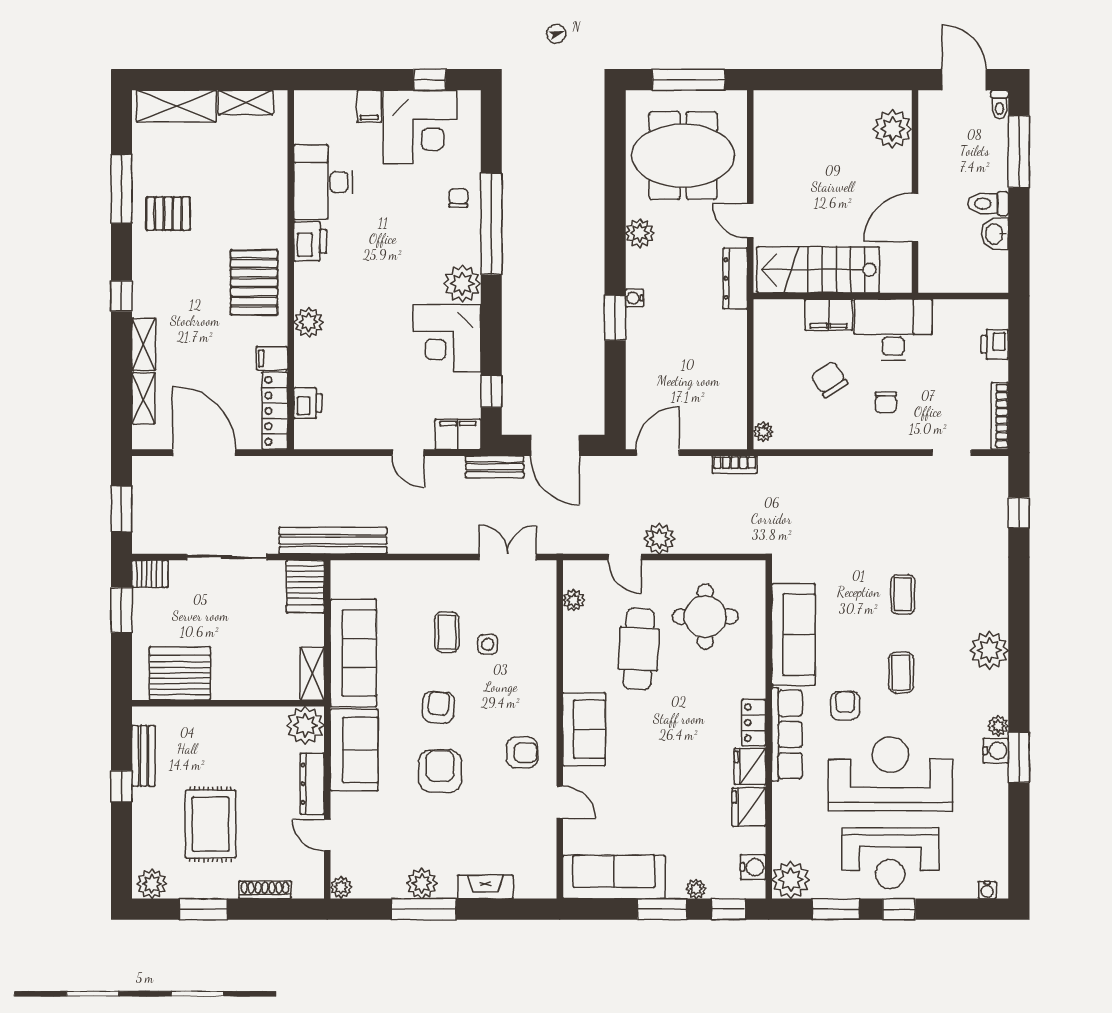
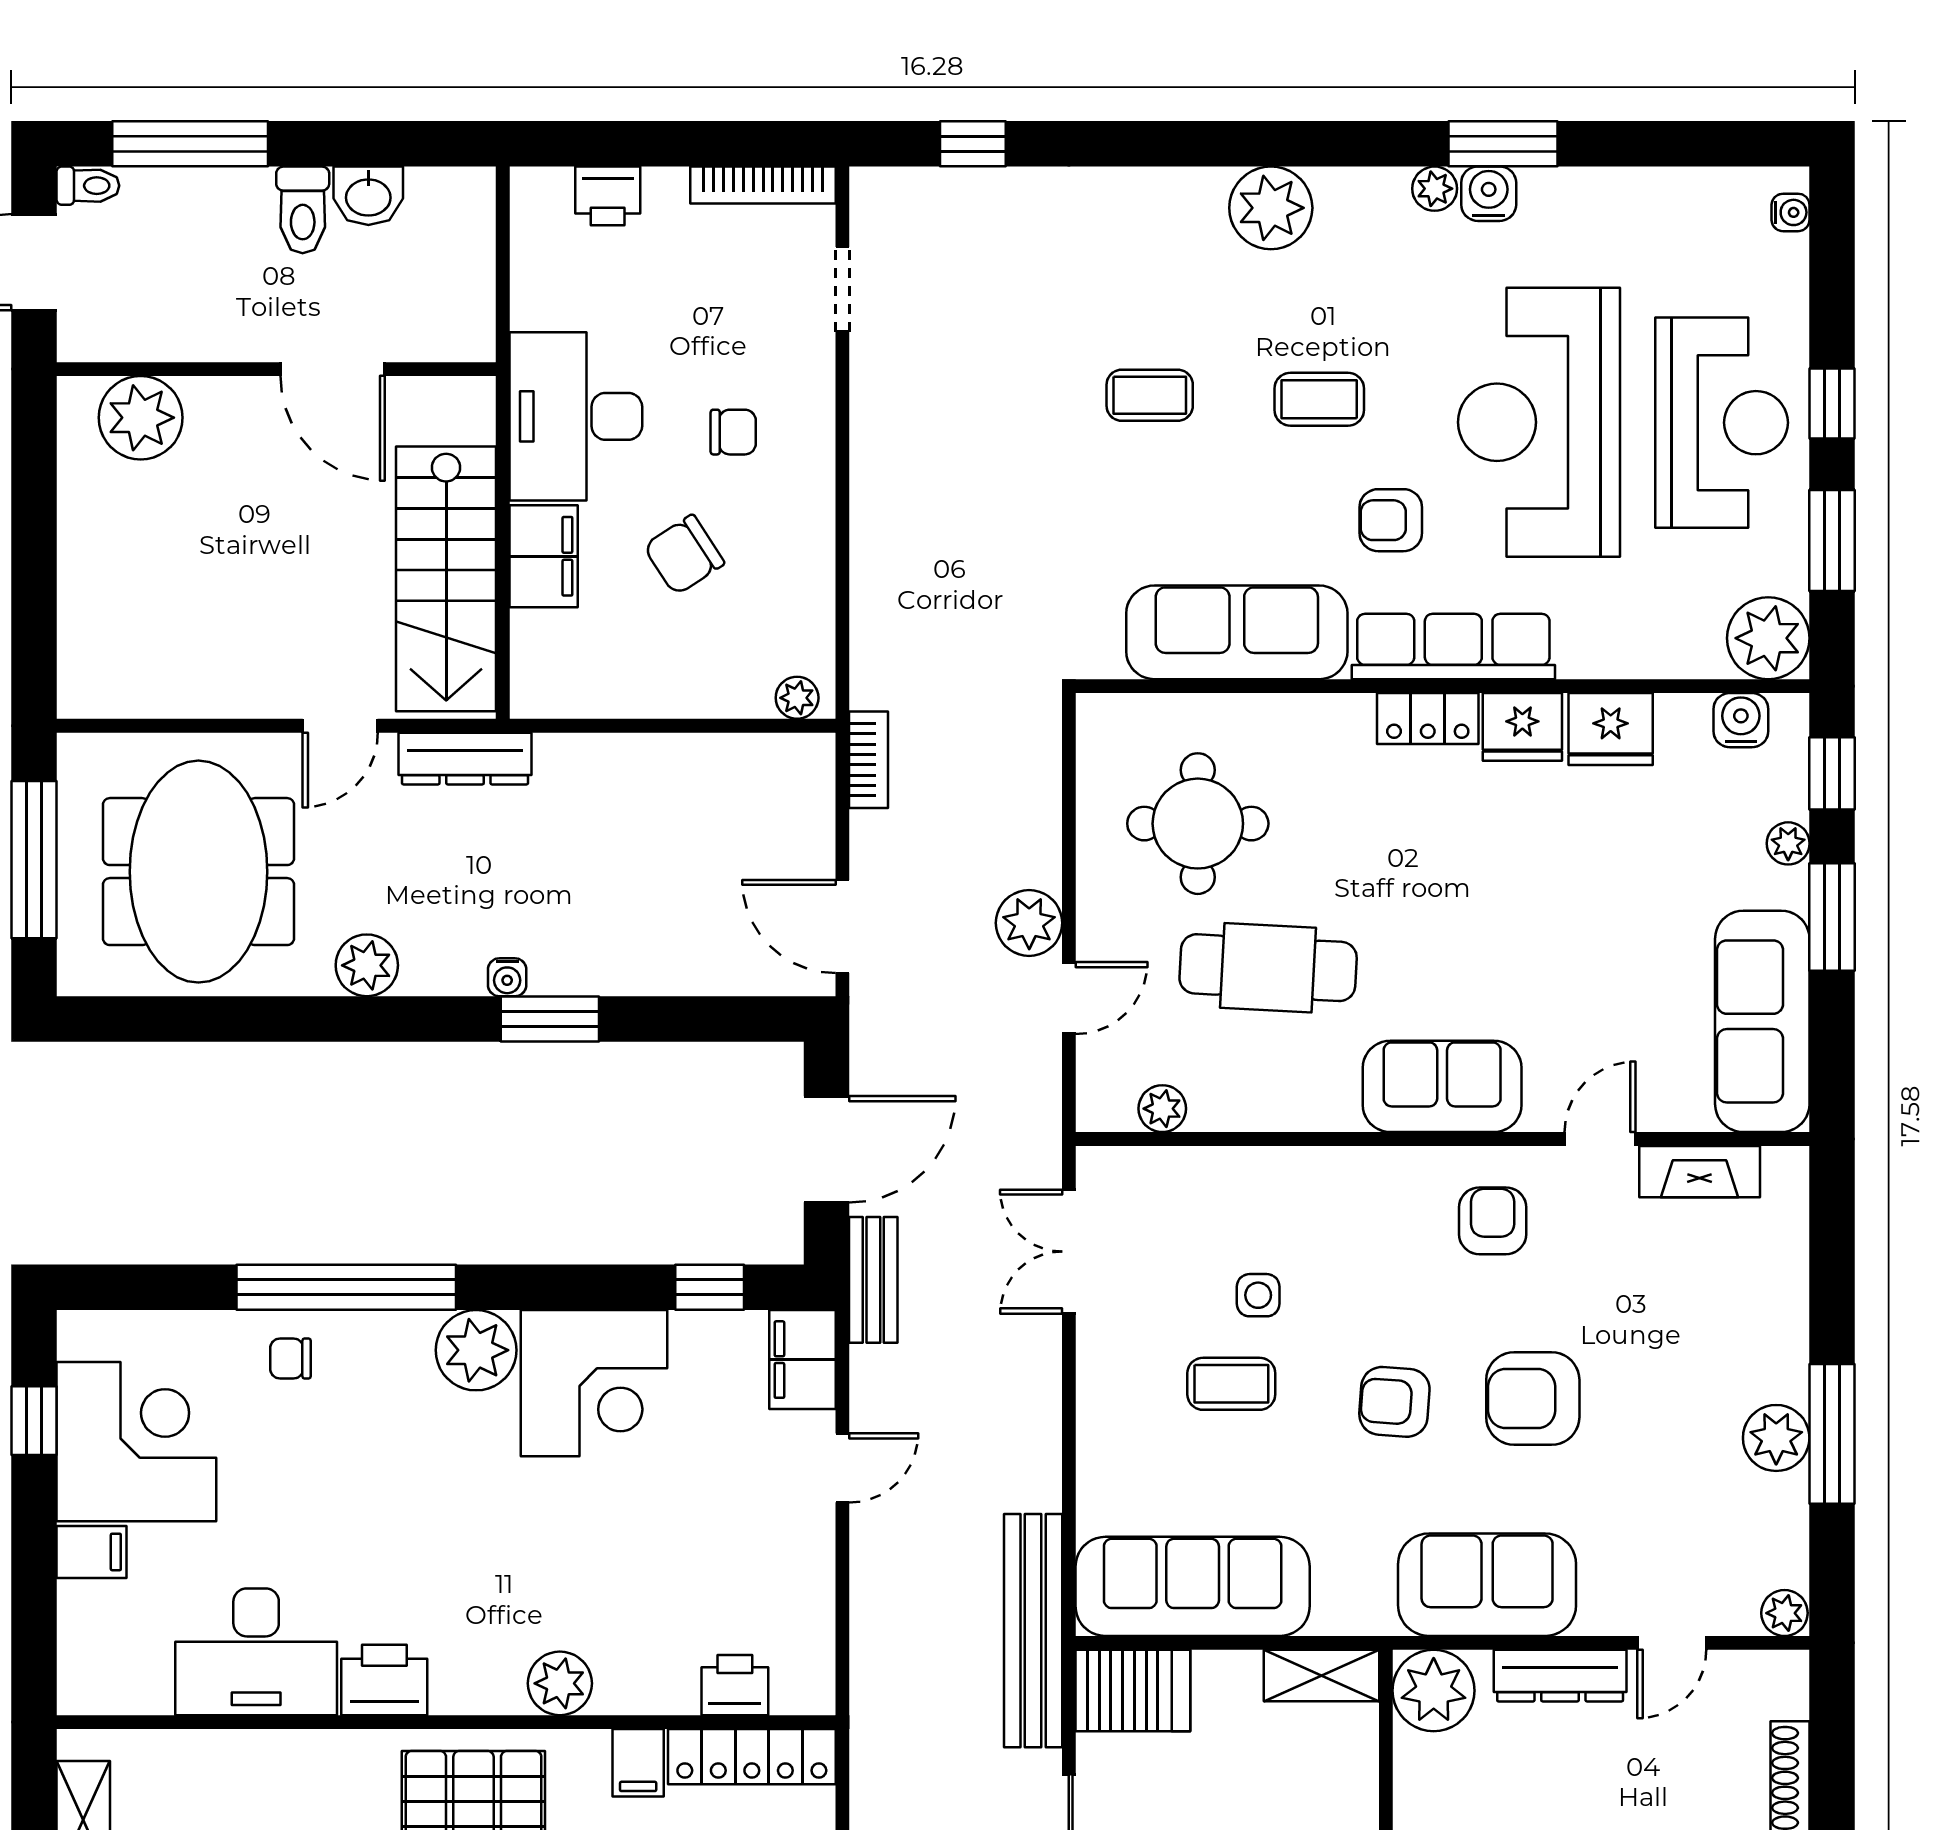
sofa: (353, 653) -> (1193, 1586), moved
fireplace: (485, 887) -> (1700, 1172), moved, turned -90

